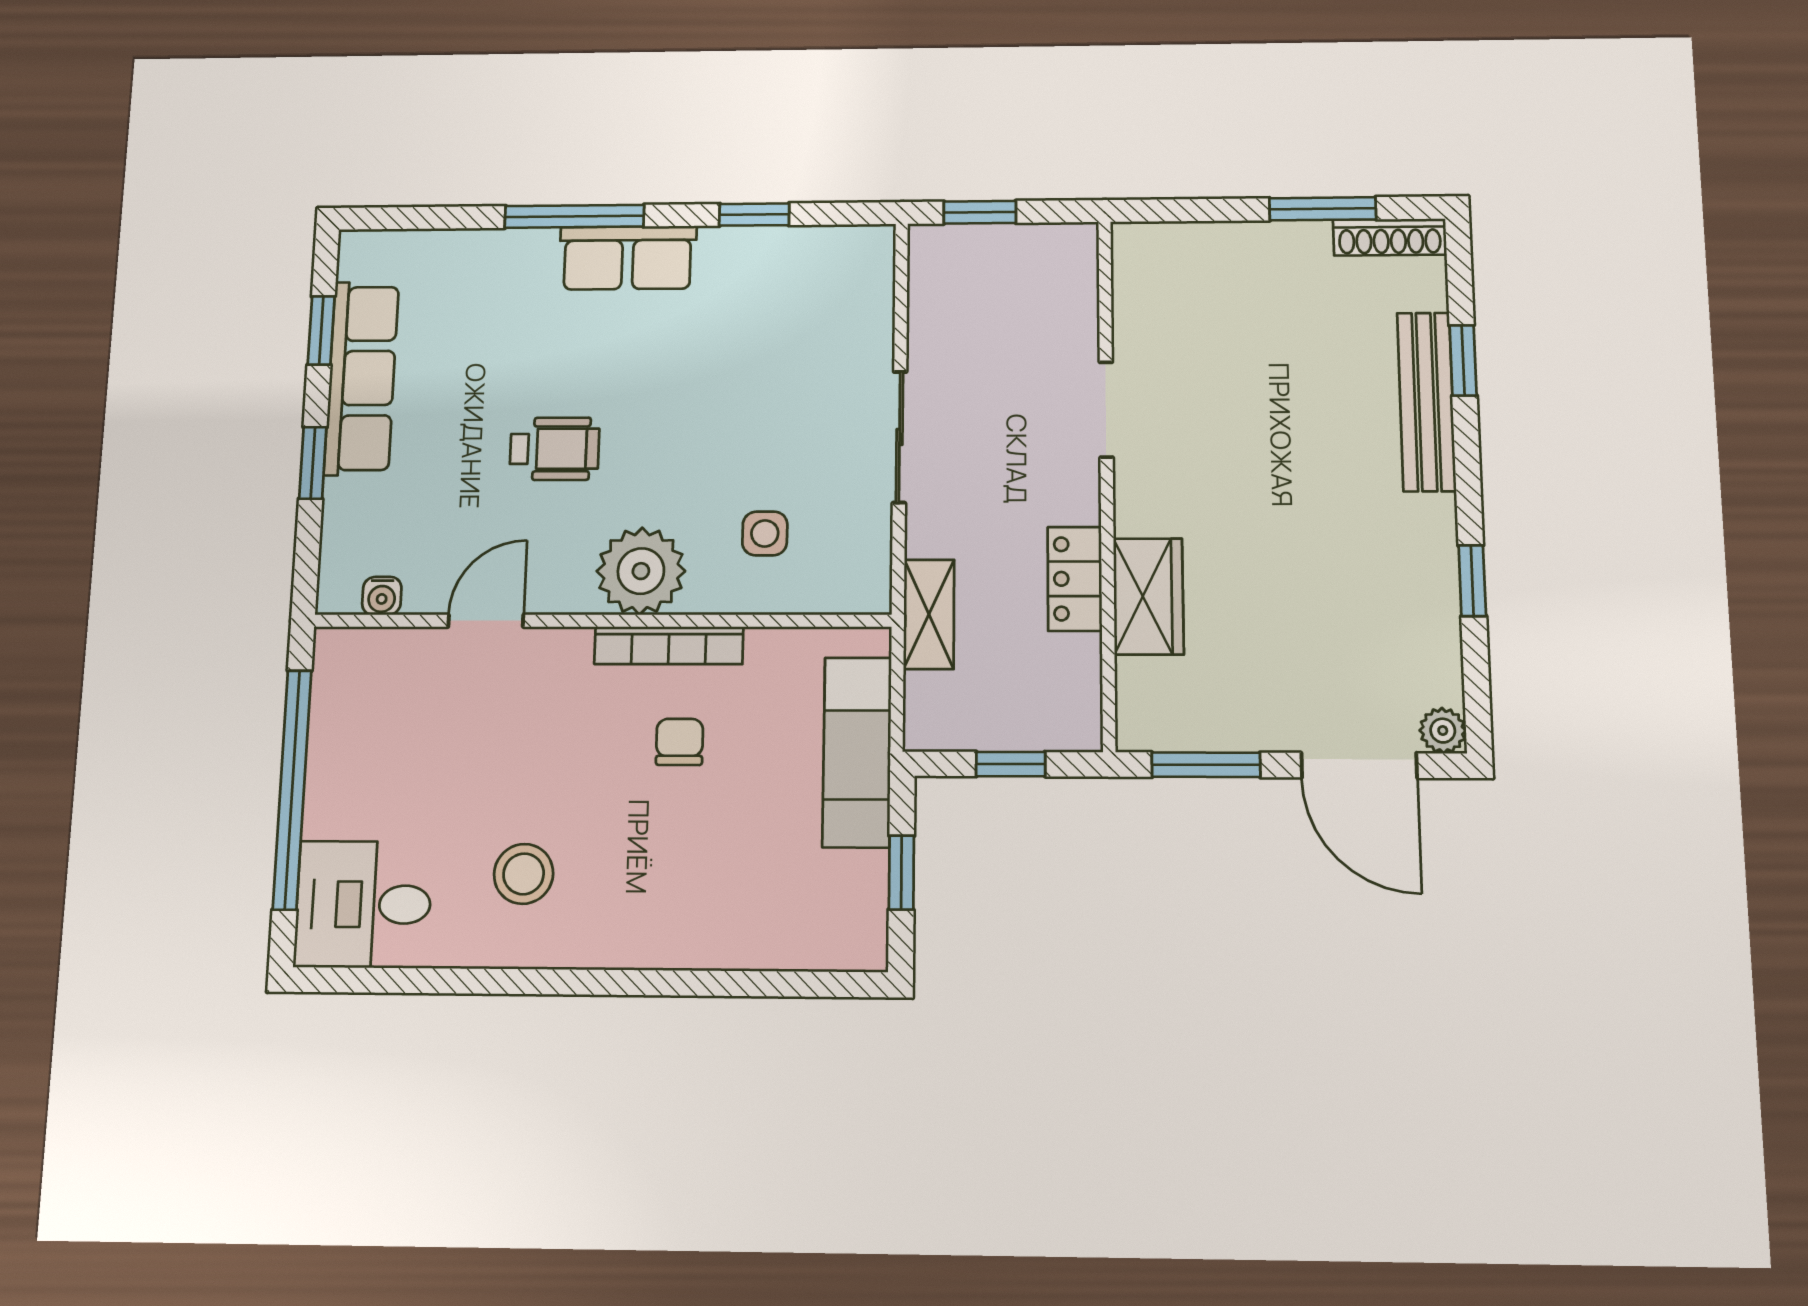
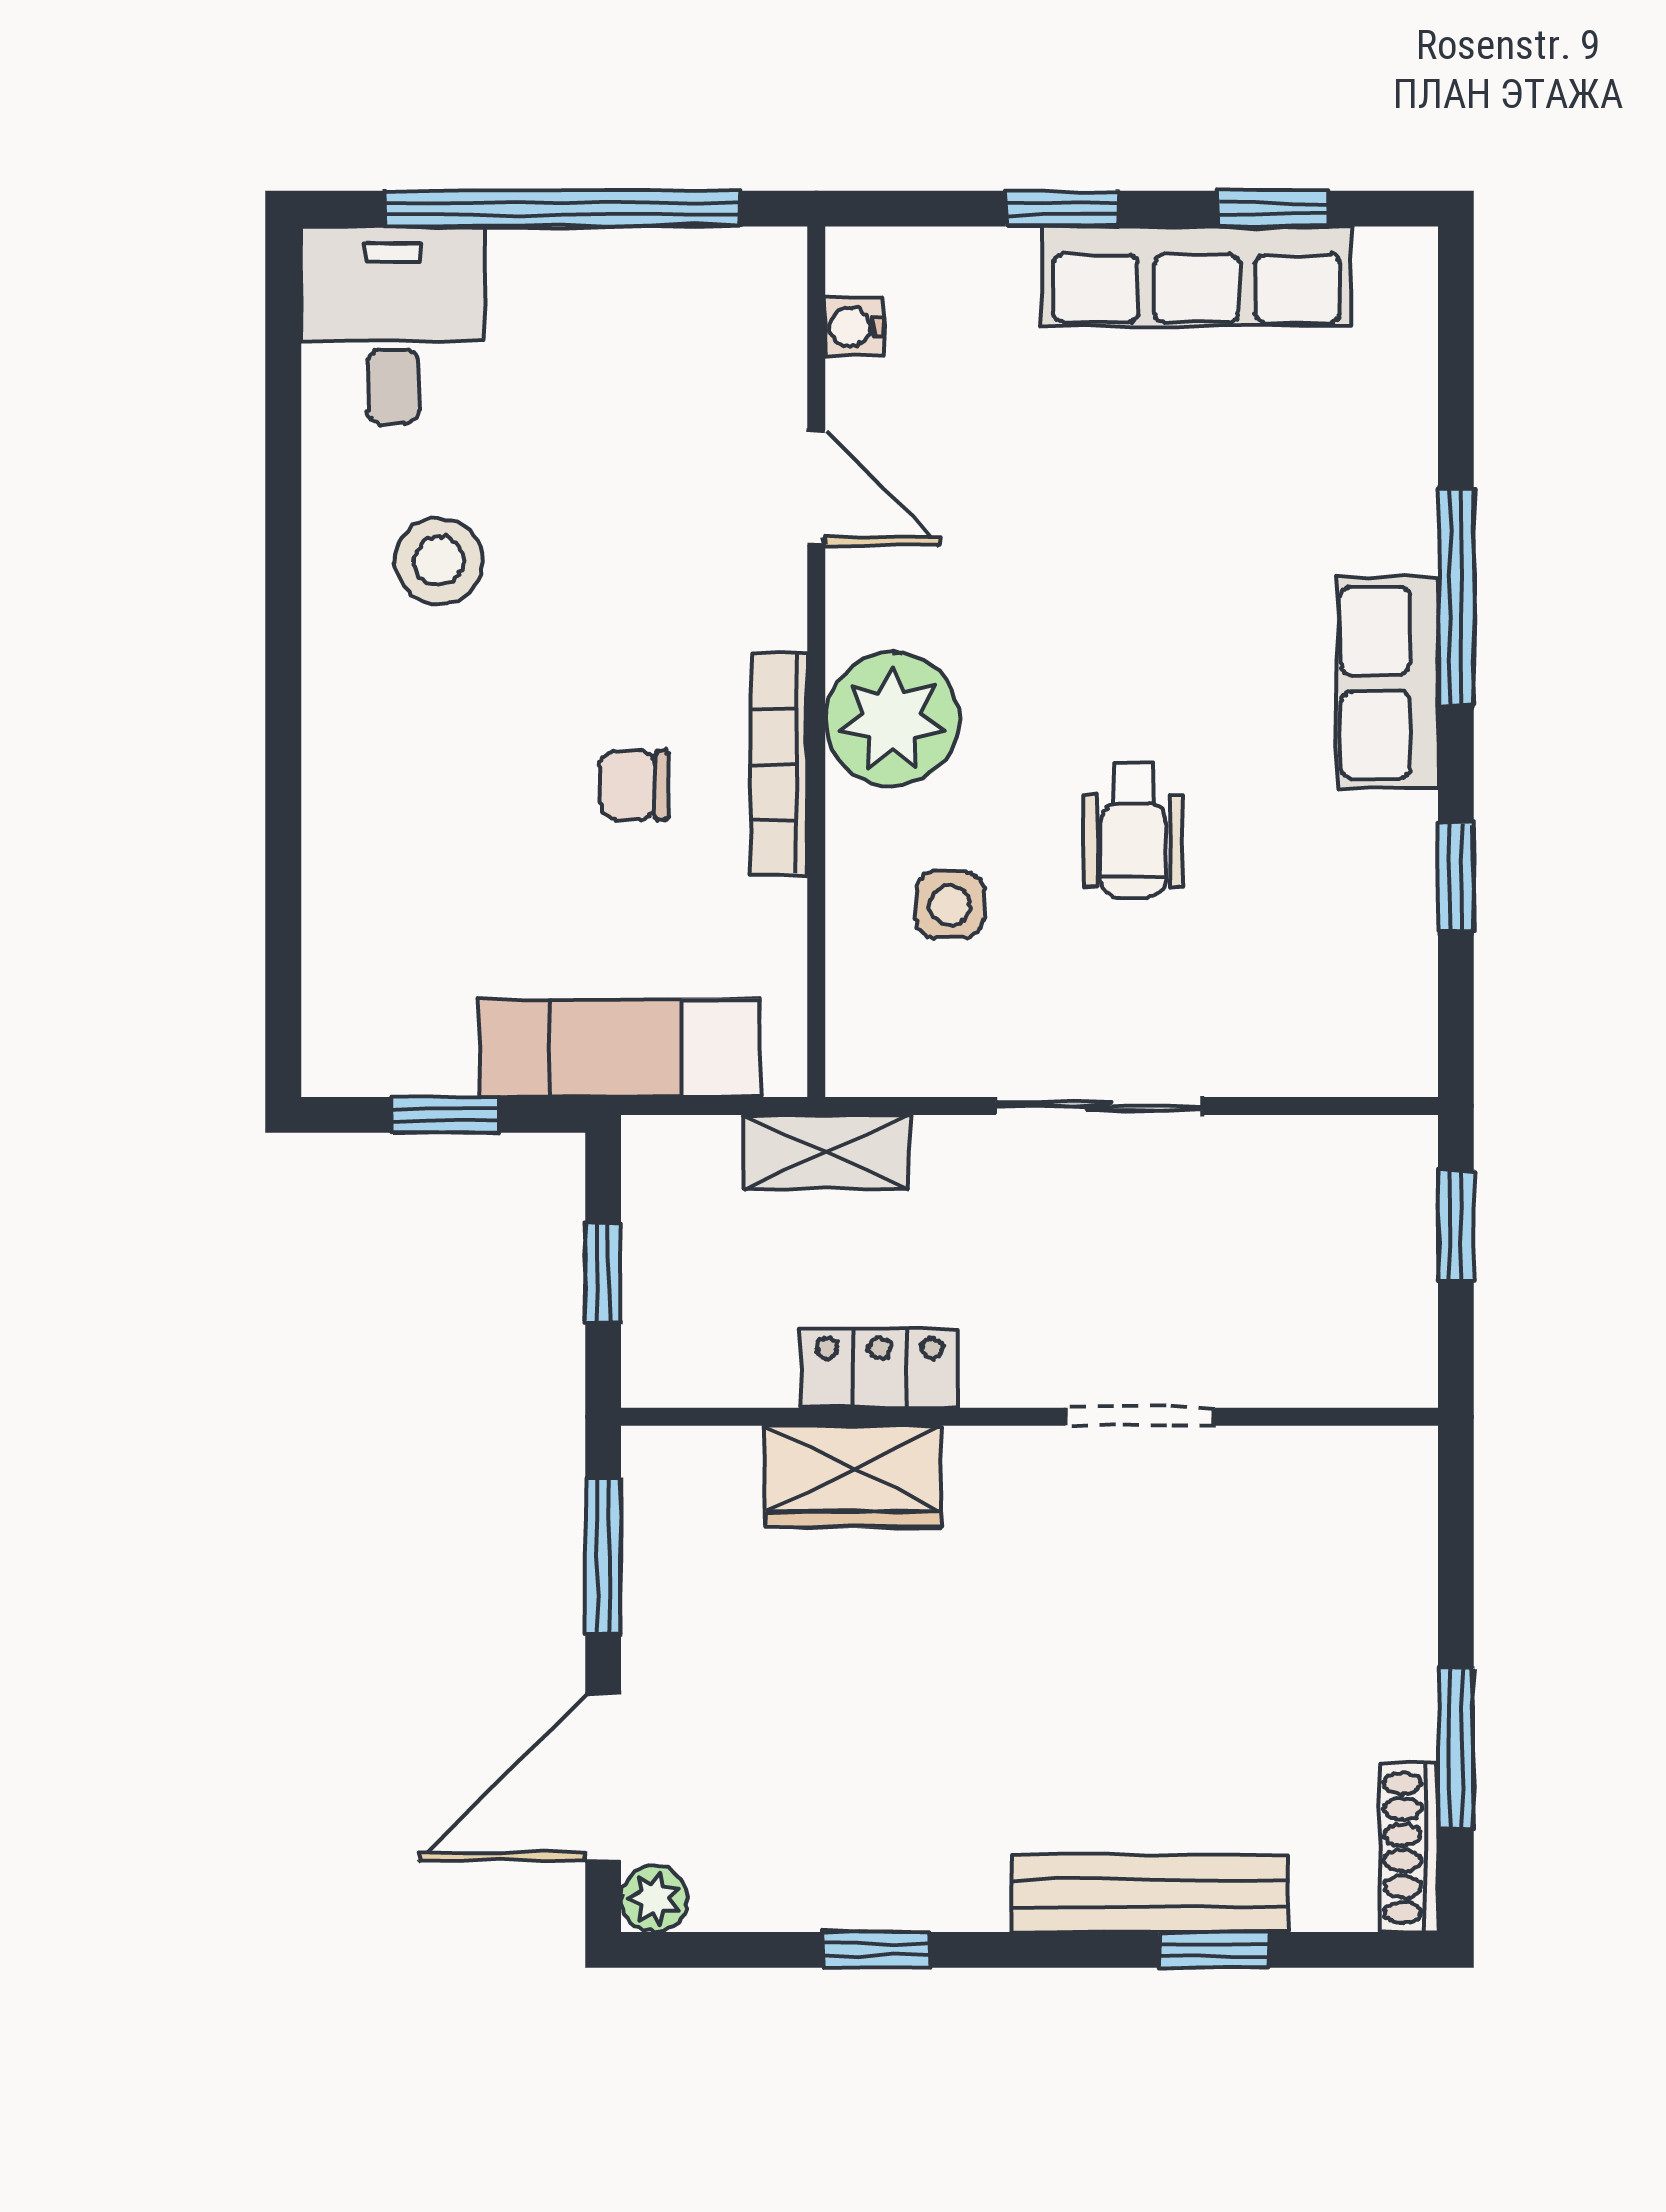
wheelchair: (555, 449) -> (1133, 830), moved
chair: (680, 742) -> (634, 785), turned 180

